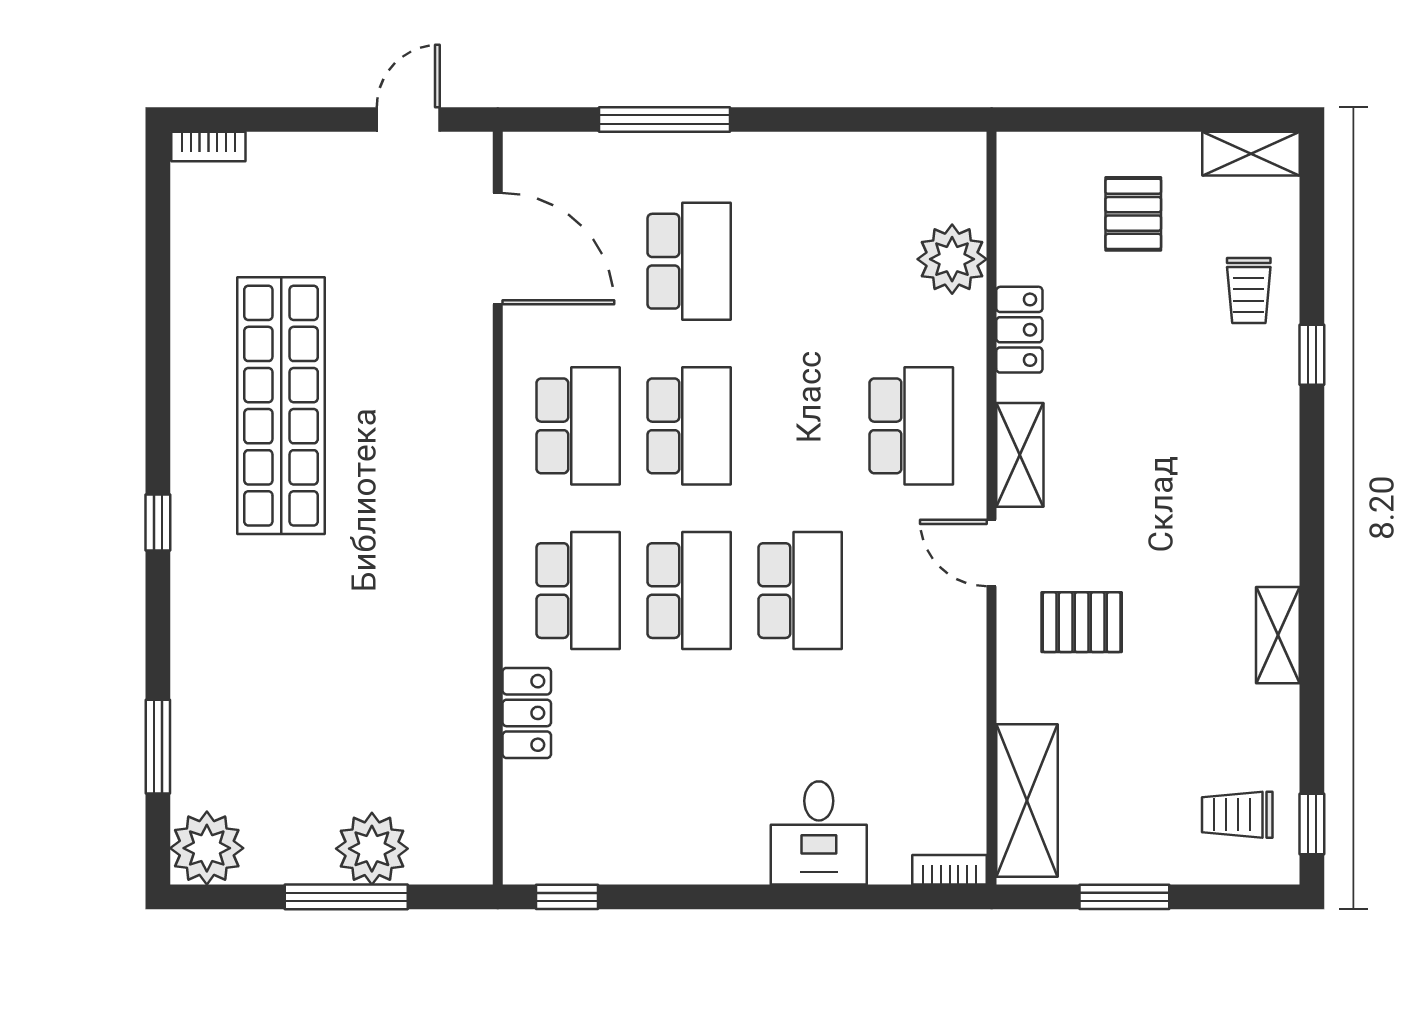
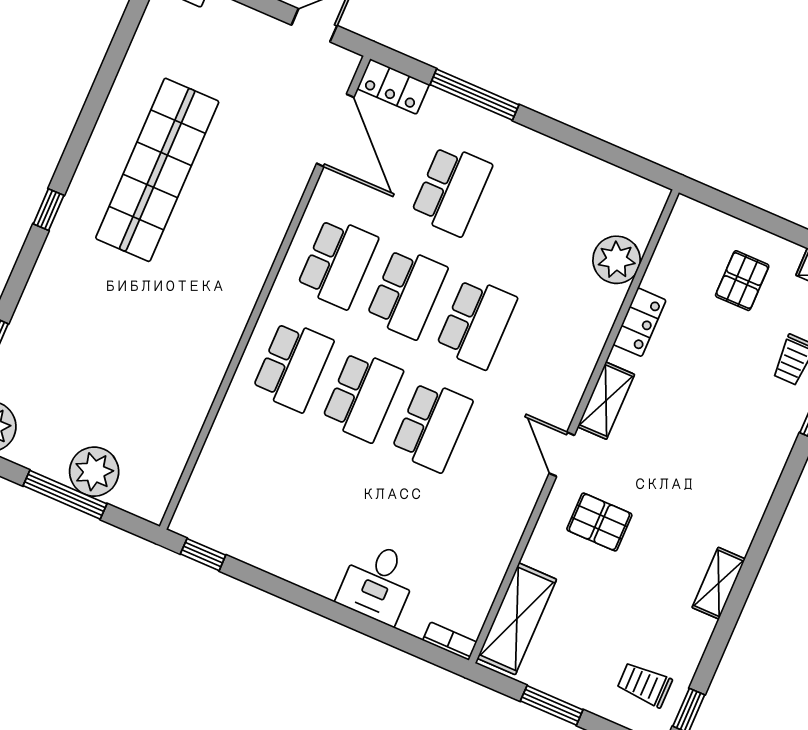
school desk: (911, 426) -> (476, 323), moved
locker: (527, 713) -> (393, 86), moved, turned 90

